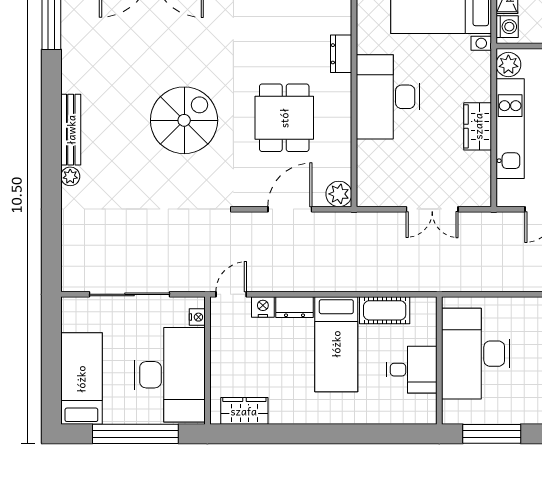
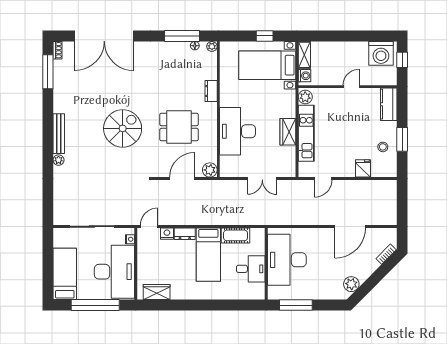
desk: (388, 97) -> (237, 131), moved
dining table: (284, 118) -> (179, 127), turned 90

